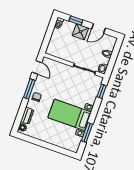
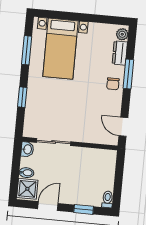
shower: (80, 32) -> (27, 189), moved
window: (29, 89) -> (128, 74), moved
window: (102, 91) -> (22, 97), moved
bed with nightstands: (70, 115) -> (61, 49), moved, turned 90

